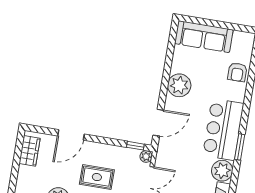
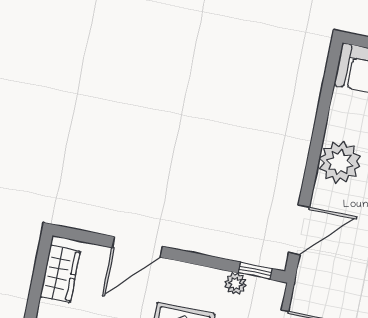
plant: (146, 156) -> (236, 284), moved

